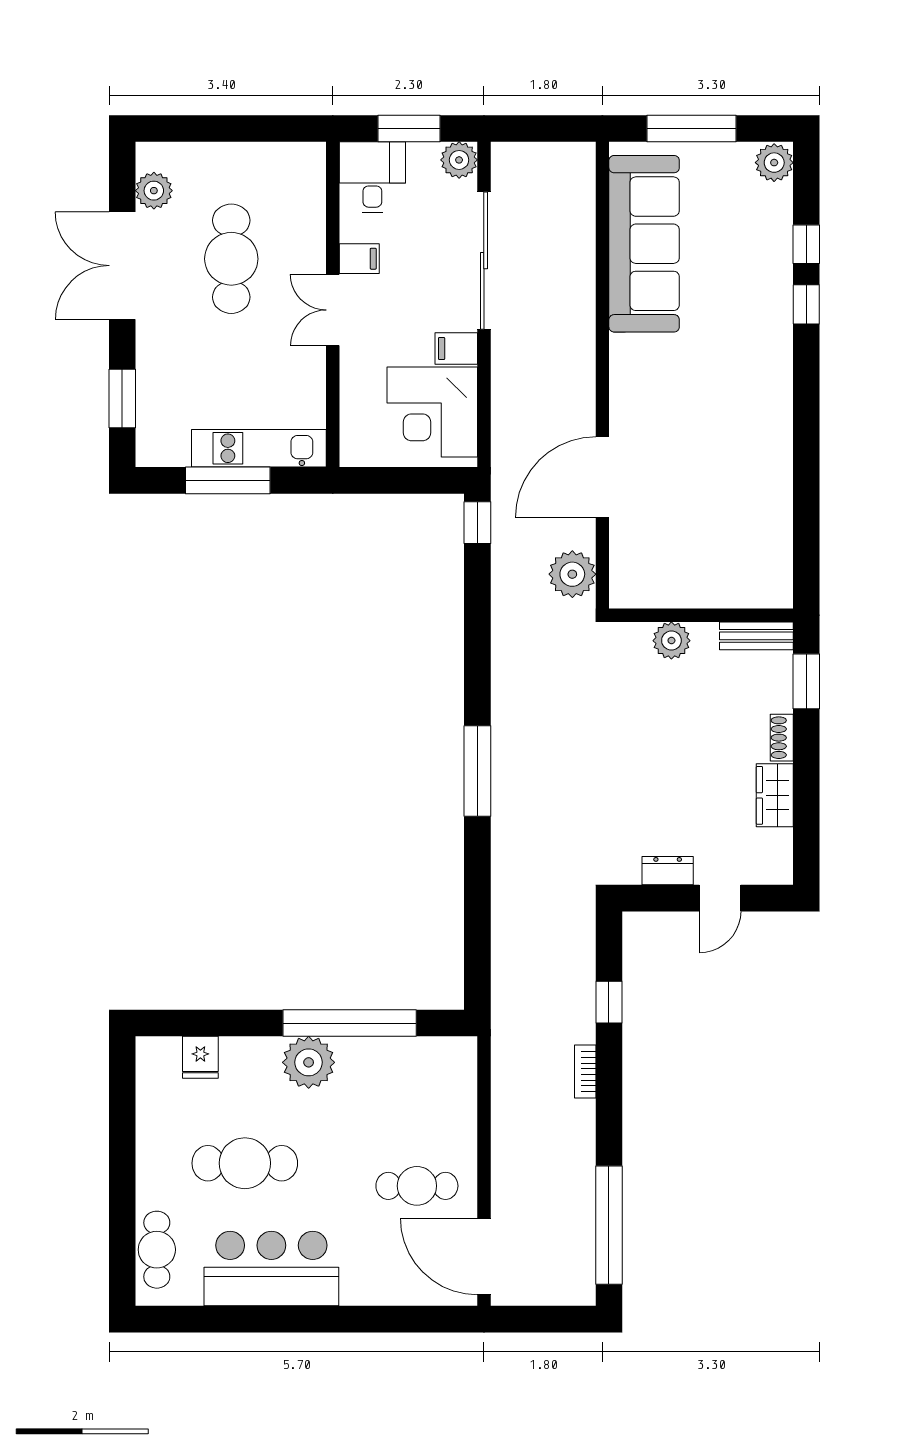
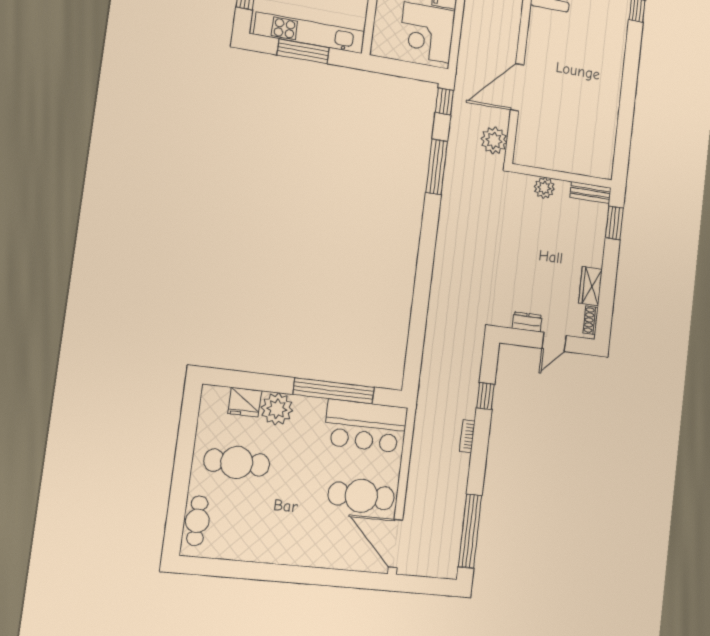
kitchen unit: (259, 448) -> (310, 33), width x1.36
shoe rack: (782, 738) -> (591, 320), moved
window: (477, 771) -> (437, 167), moved
fridge: (200, 1057) -> (245, 402), width x1.38
plant: (309, 1062) -> (277, 409), moved
cafe table: (245, 1163) -> (237, 463), moved
cafe table: (417, 1186) -> (361, 496), width x1.37, depth x1.35
bar counter: (271, 1269) -> (366, 426), moved, turned 180

